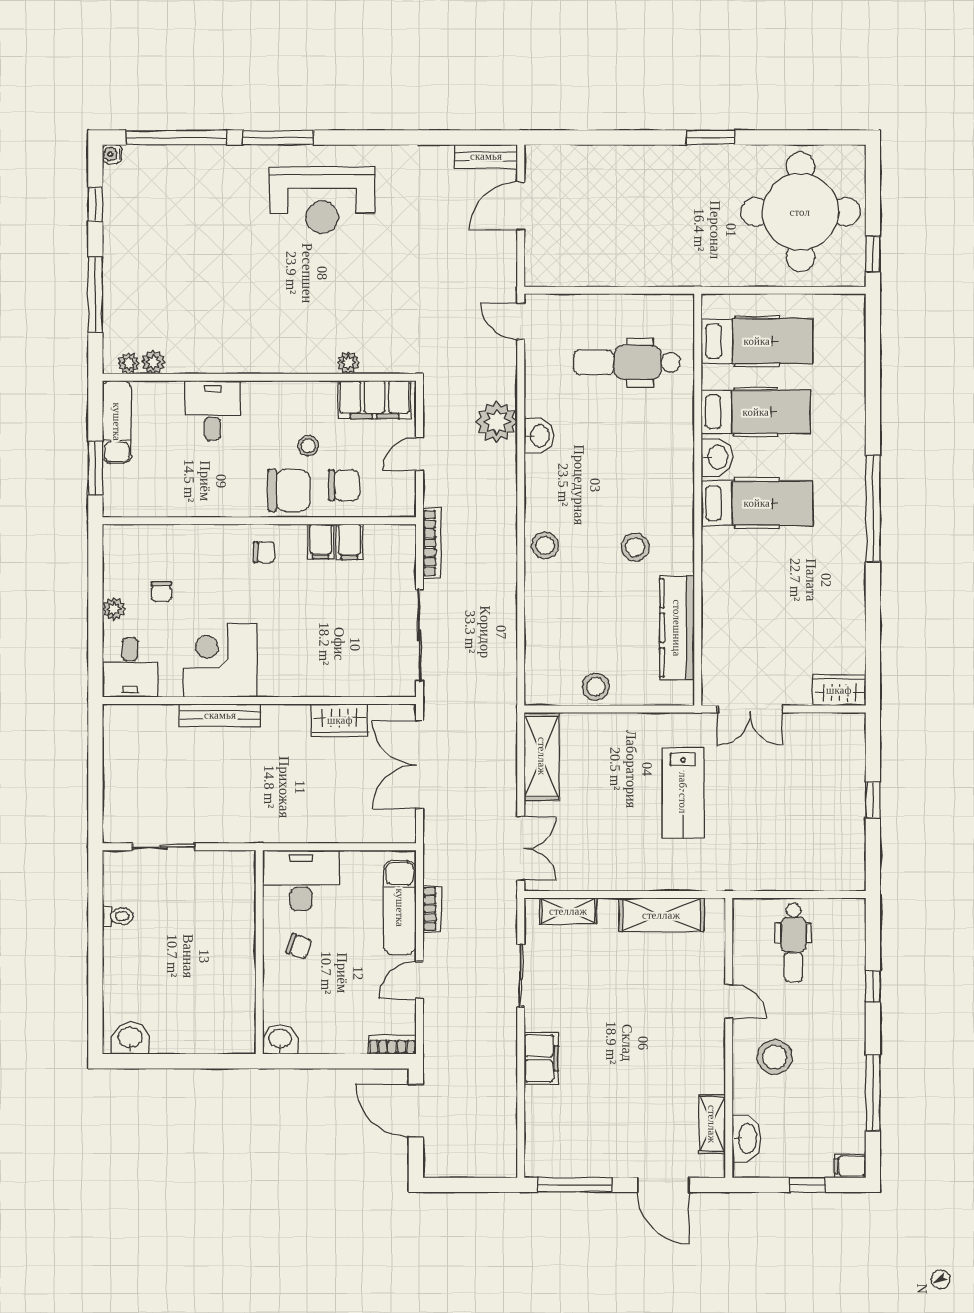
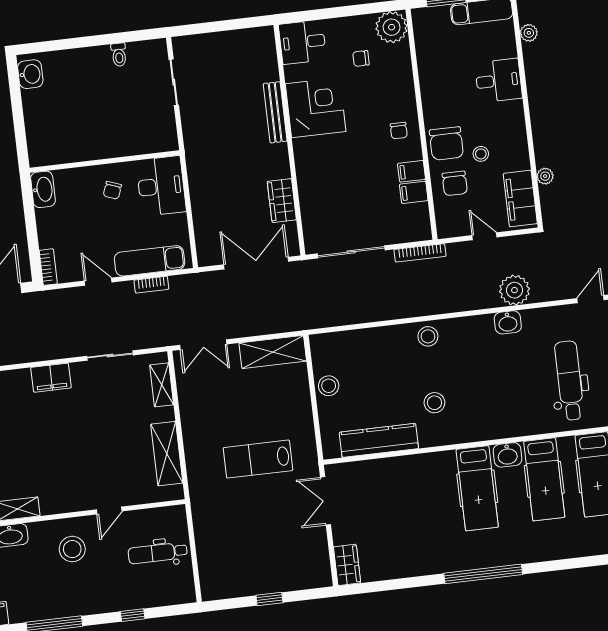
plant: (128, 363) -> (526, 15), removed
plant: (114, 609) -> (392, 27), moved, width x1.88, depth x1.88
washbasin: (280, 1039) -> (43, 189), width x1.38

